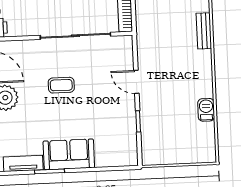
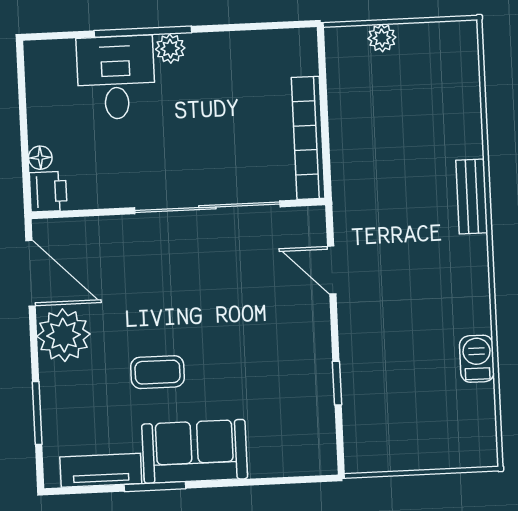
door: (136, 82) -> (332, 270), moved
coffee table: (61, 85) -> (158, 372), moved

